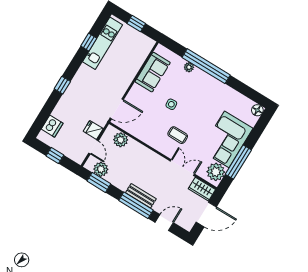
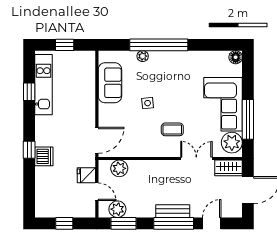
dishwasher: (52, 126) -> (44, 156), moved

